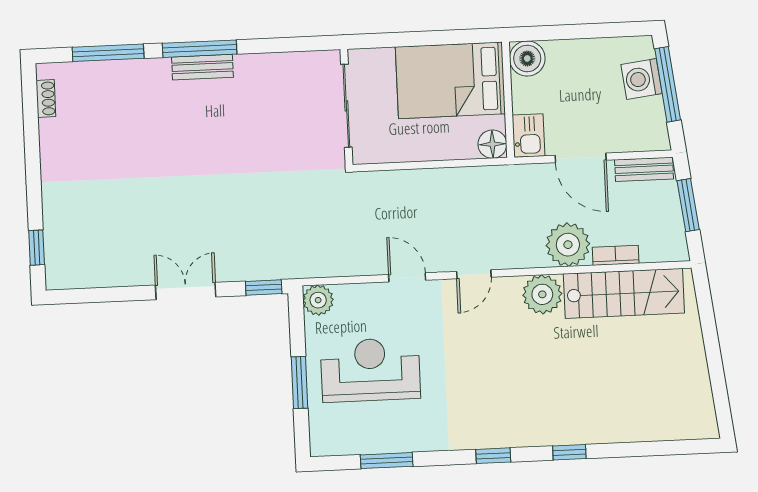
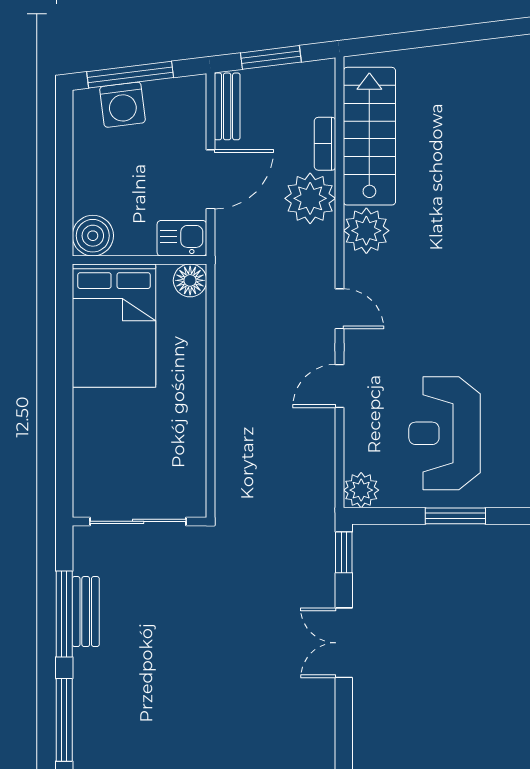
sliding door: (346, 106) -> (138, 521), moved
wall: (346, 107) -> (139, 521), moved

